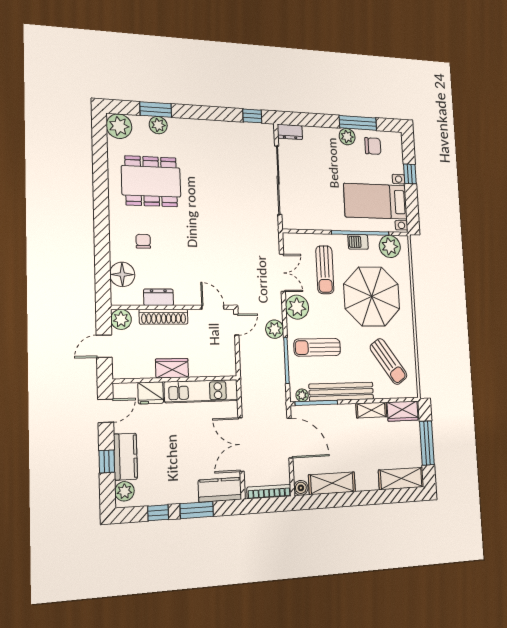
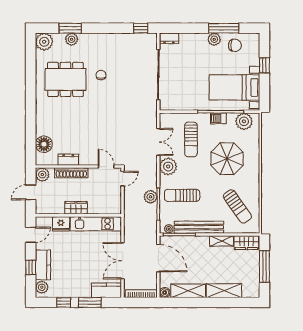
chair: (143, 241) -> (101, 75), moved
parasol: (372, 296) -> (227, 159), width x0.73, depth x0.73
plant: (275, 329) -> (151, 197), moved
shelving: (401, 478) -> (224, 291), moved

